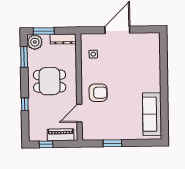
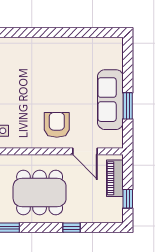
dining table: (50, 81) -> (40, 193), width x1.38
sofa: (152, 114) -> (110, 100), moved, turned 90

